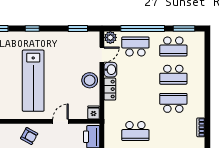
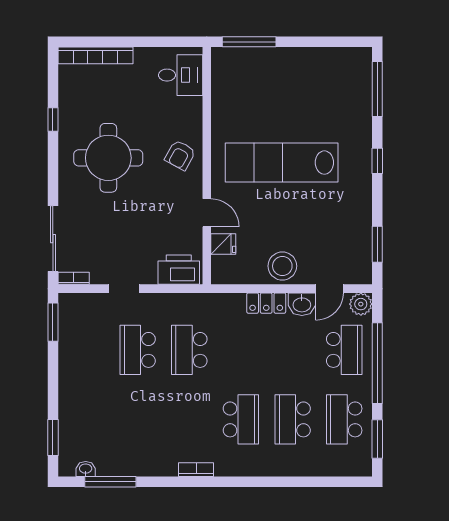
door: (102, 55) -> (329, 289), hinge flipped
fridge: (94, 112) -> (223, 244), moved

